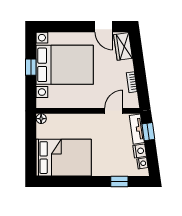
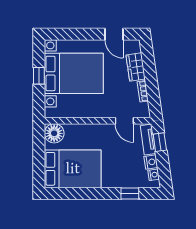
wardrobe: (123, 46) -> (136, 67), moved
door: (114, 111) -> (124, 121), swing flipped
floor lamp: (41, 119) -> (54, 133), width x1.89, depth x1.89

